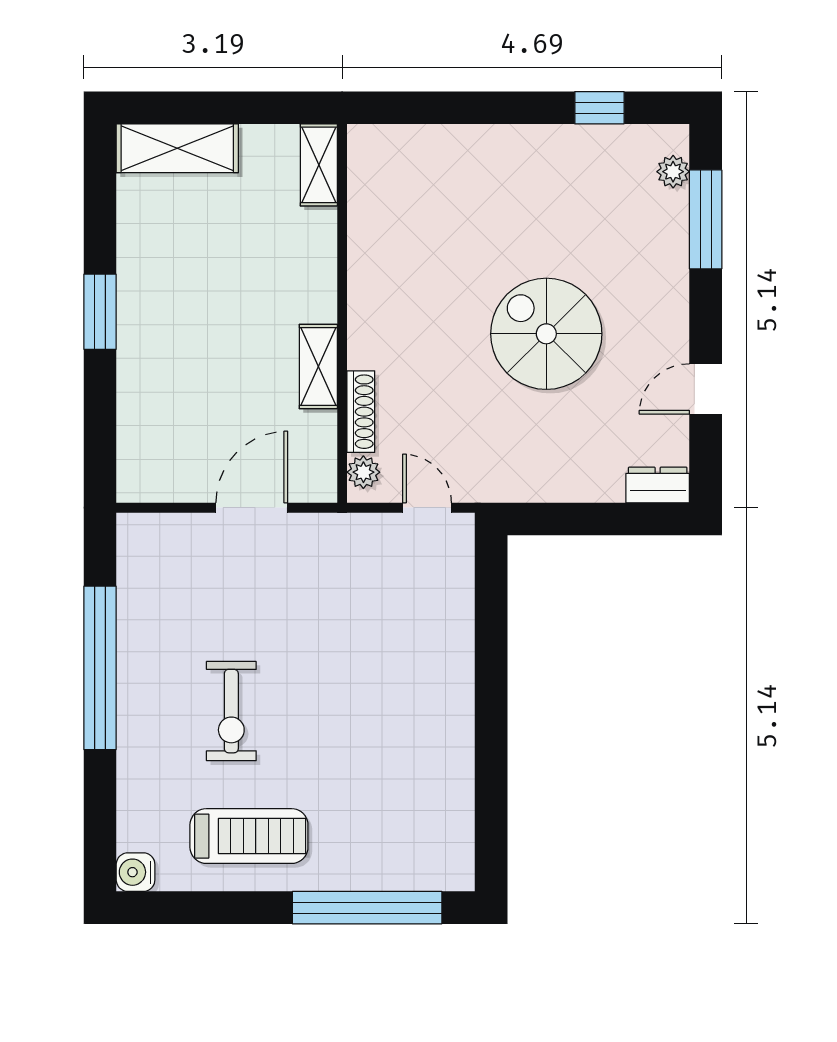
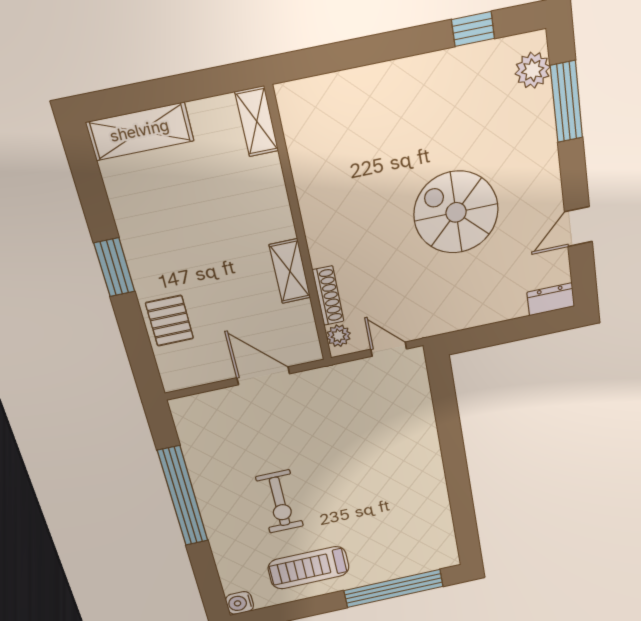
plant: (673, 172) -> (533, 70), width x1.38, depth x1.38
pallet: (149, 400) -> (170, 321), added
door: (252, 508) -> (263, 376), hinge flipped
treadmill: (249, 836) -> (309, 568), turned 180

